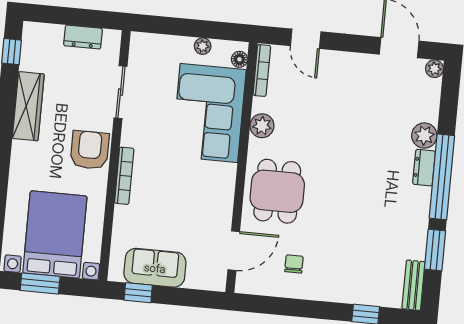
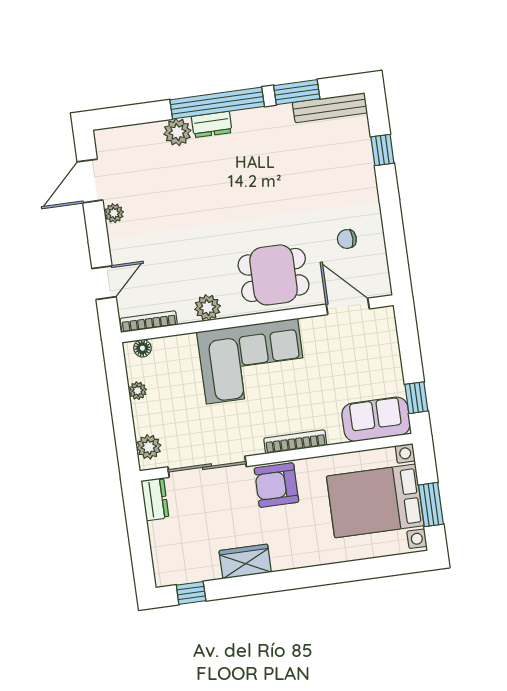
dresser: (83, 37) -> (155, 499), moved
plant: (150, 44) -> (149, 447), added
plant: (434, 69) -> (114, 213), moved
sliding door: (120, 92) -> (207, 467), width x1.37
wardrobe: (28, 106) -> (245, 561), width x0.67
corner sofa: (209, 113) -> (252, 361), moved
sofa: (155, 268) -> (376, 419), moved, turned 90
bench: (413, 285) -> (330, 108), width x1.36

